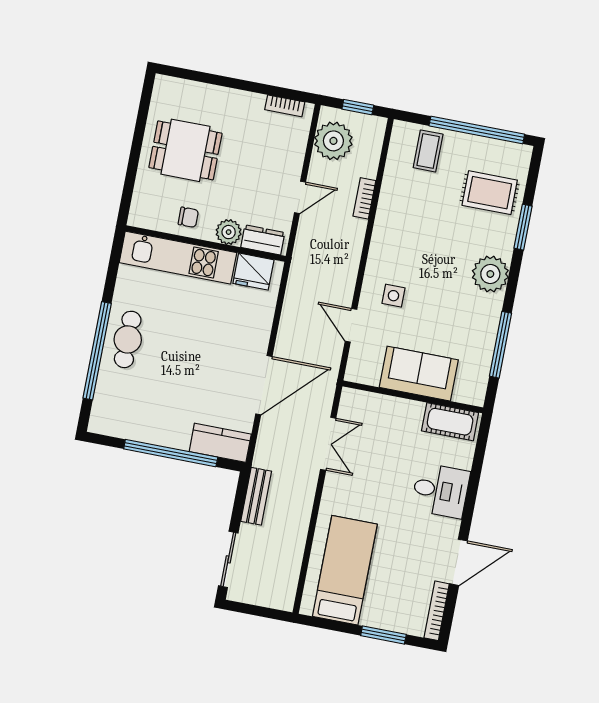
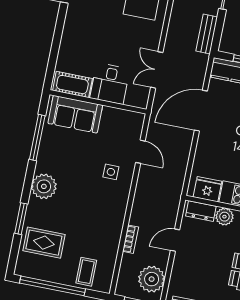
sofa: (419, 374) -> (75, 114), moved
desk: (441, 491) -> (110, 84), moved, turned -90

